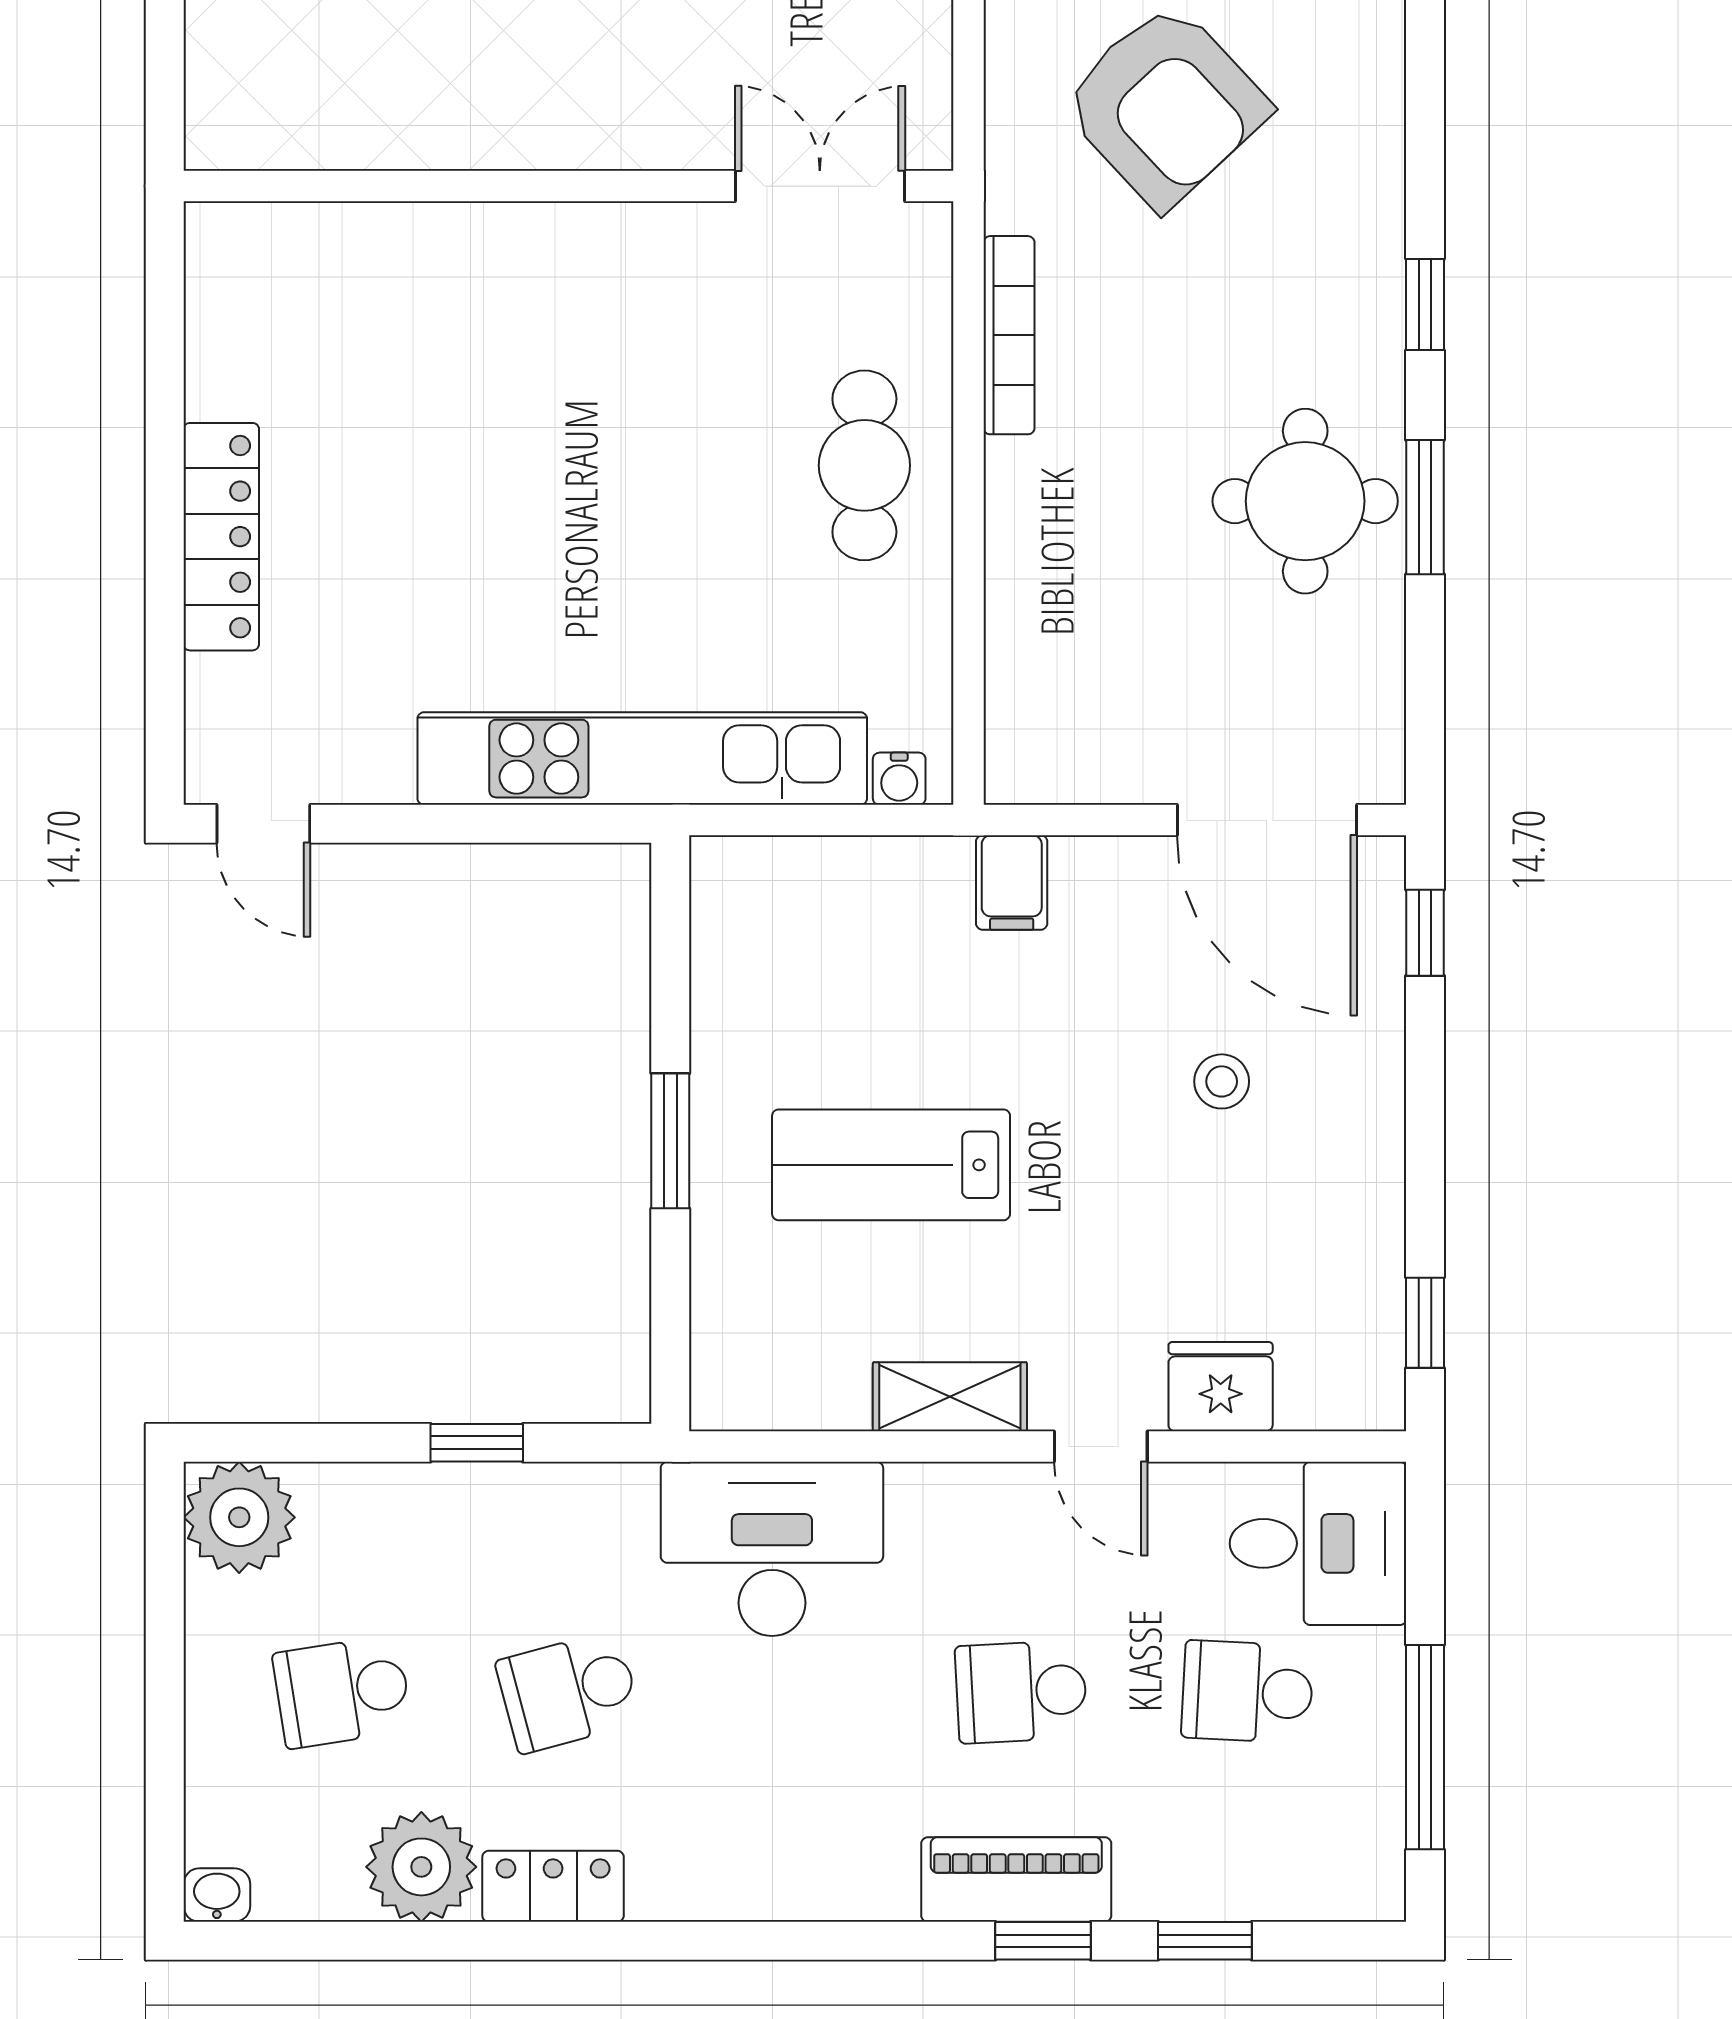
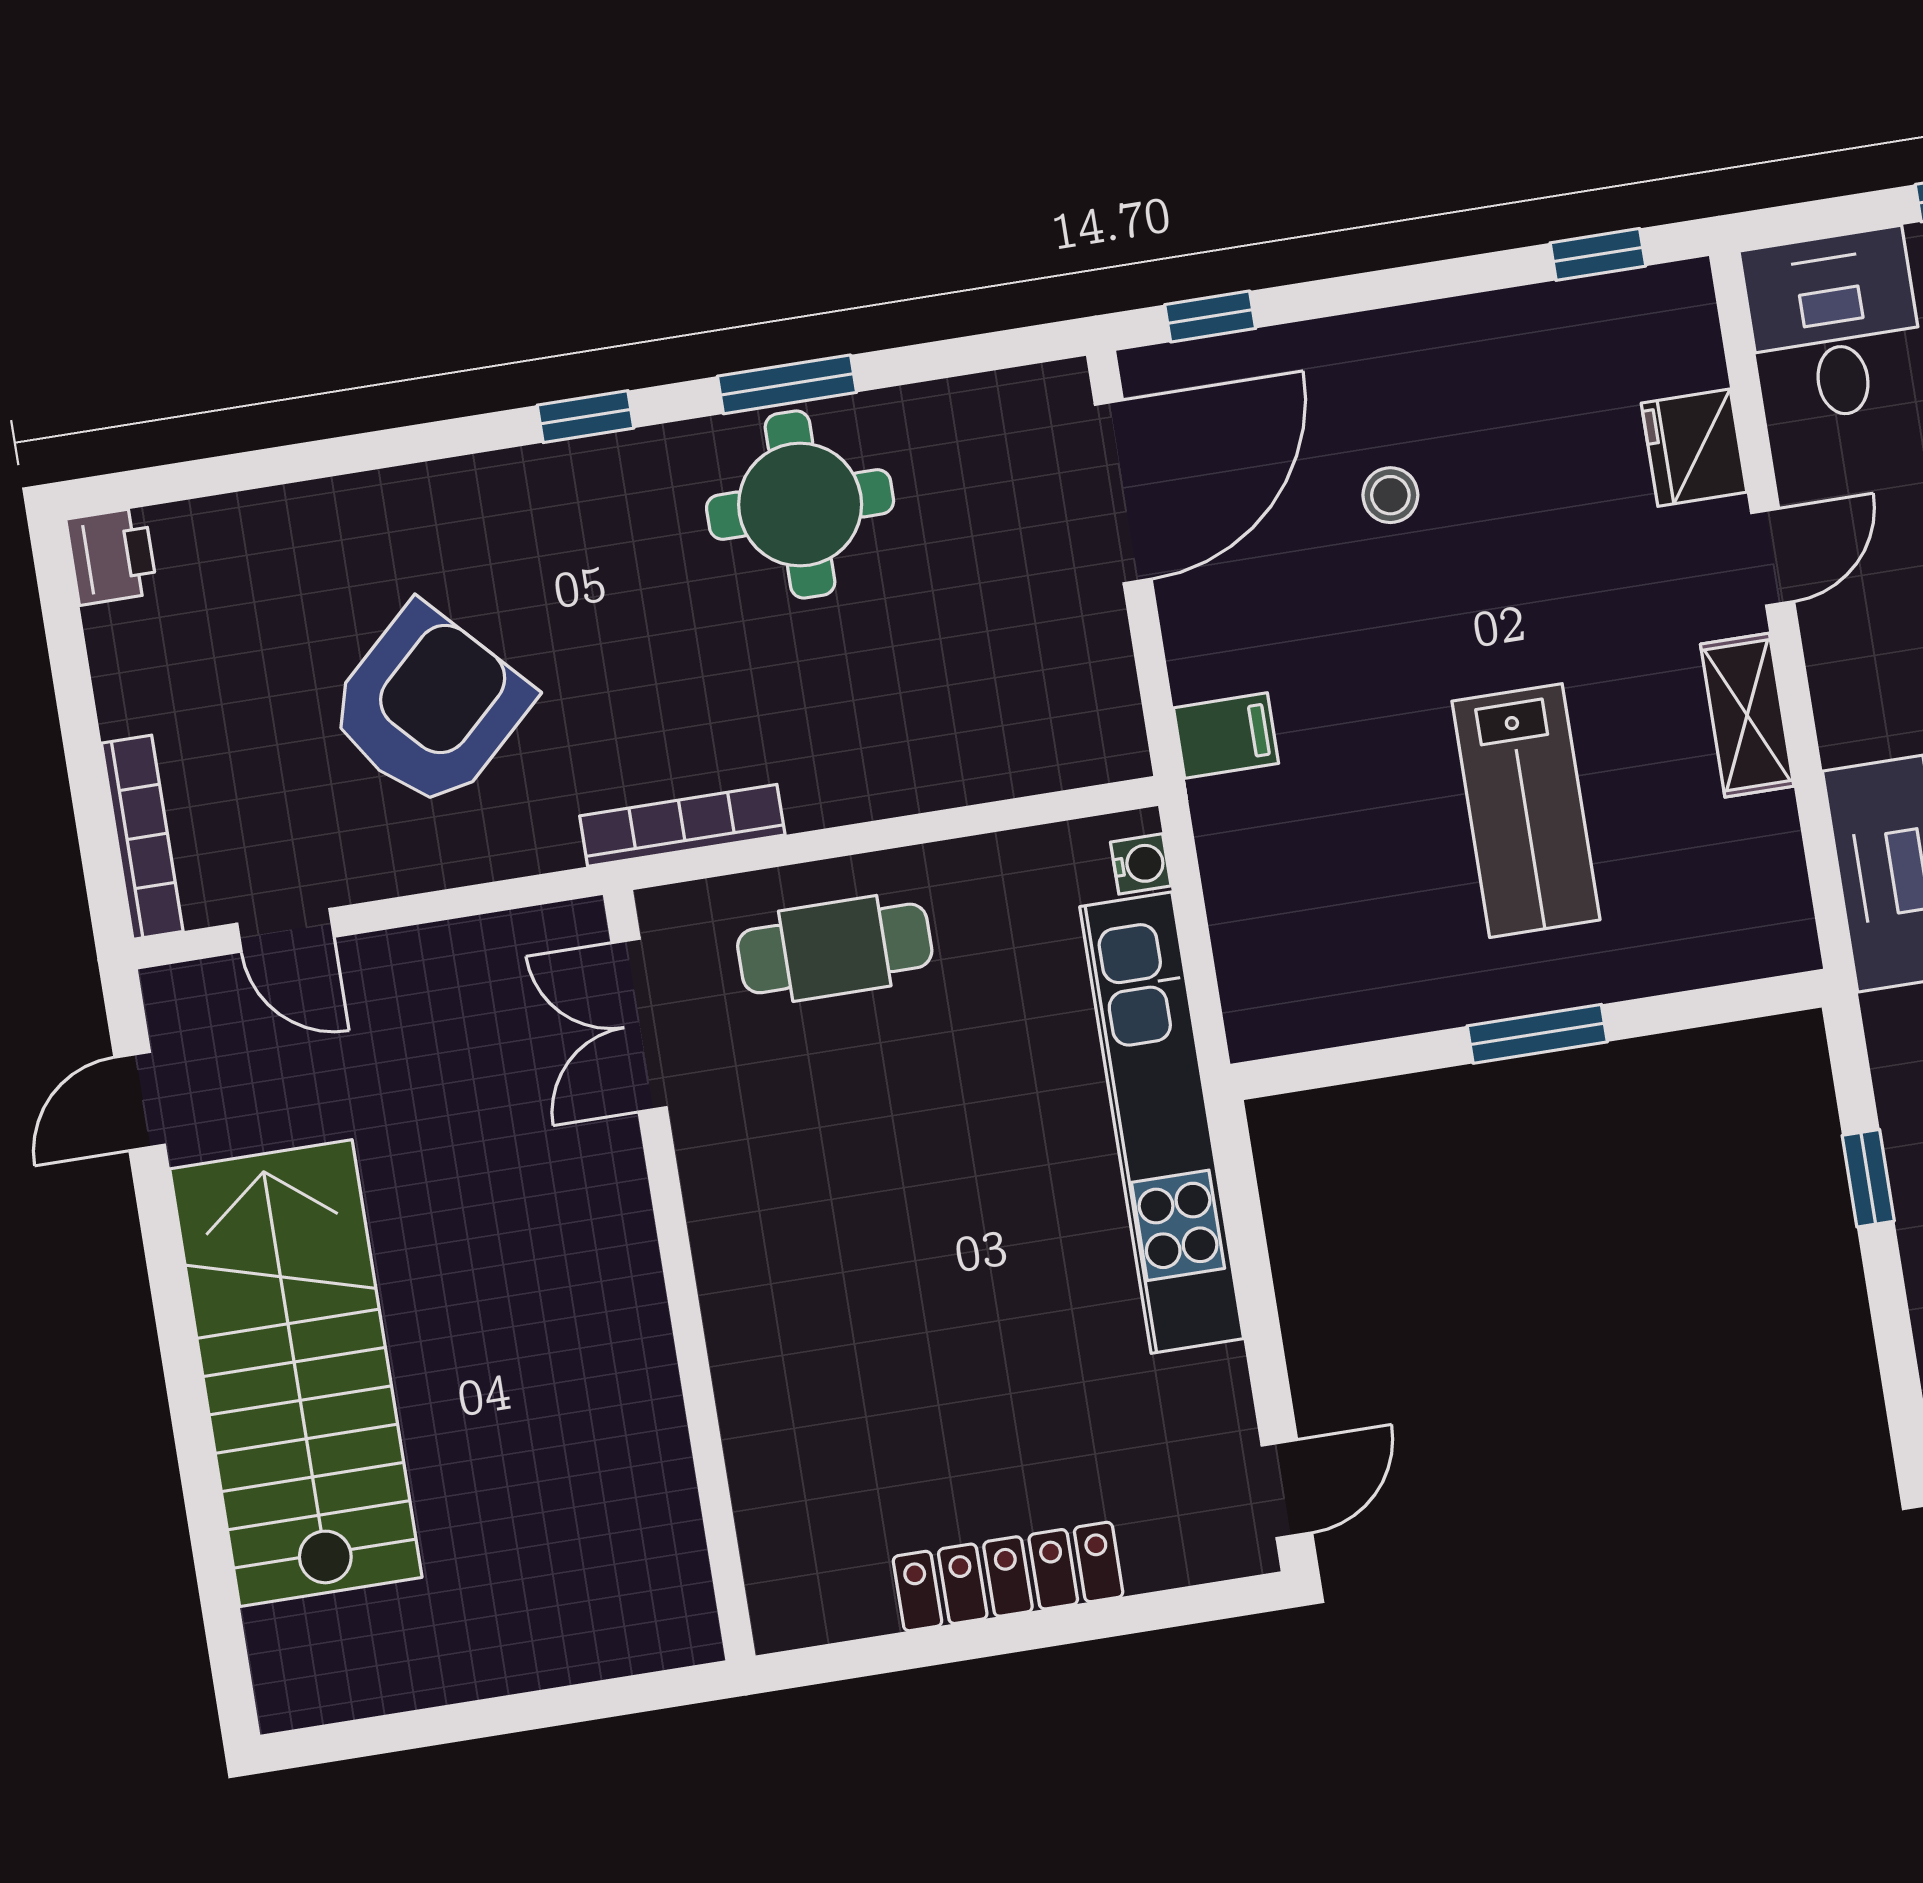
wall: (568, 186) -> (679, 1275), moved
double door: (820, 186) -> (639, 1025), moved

